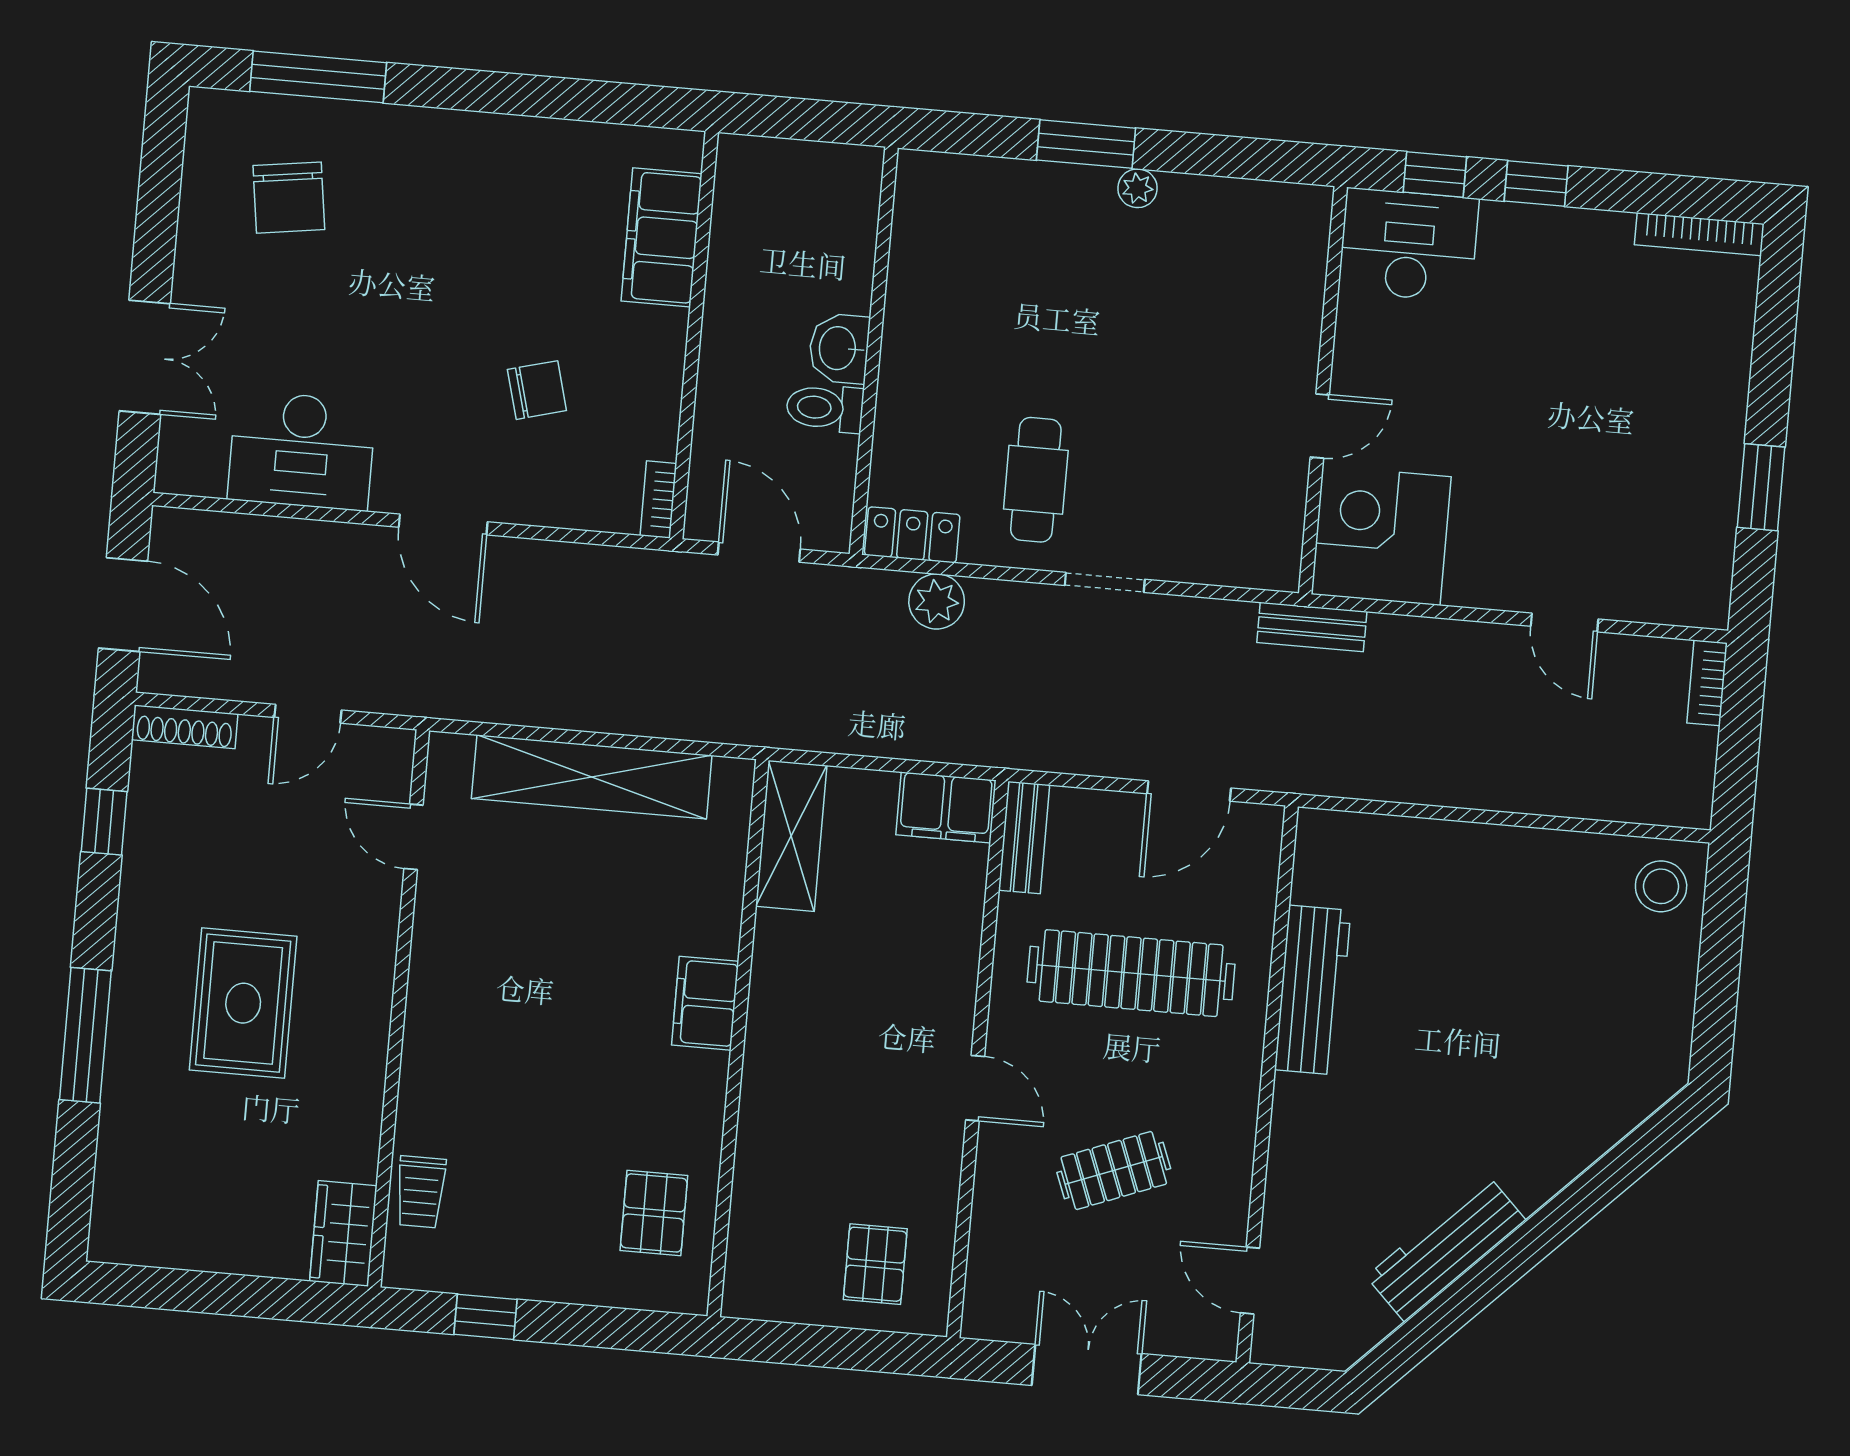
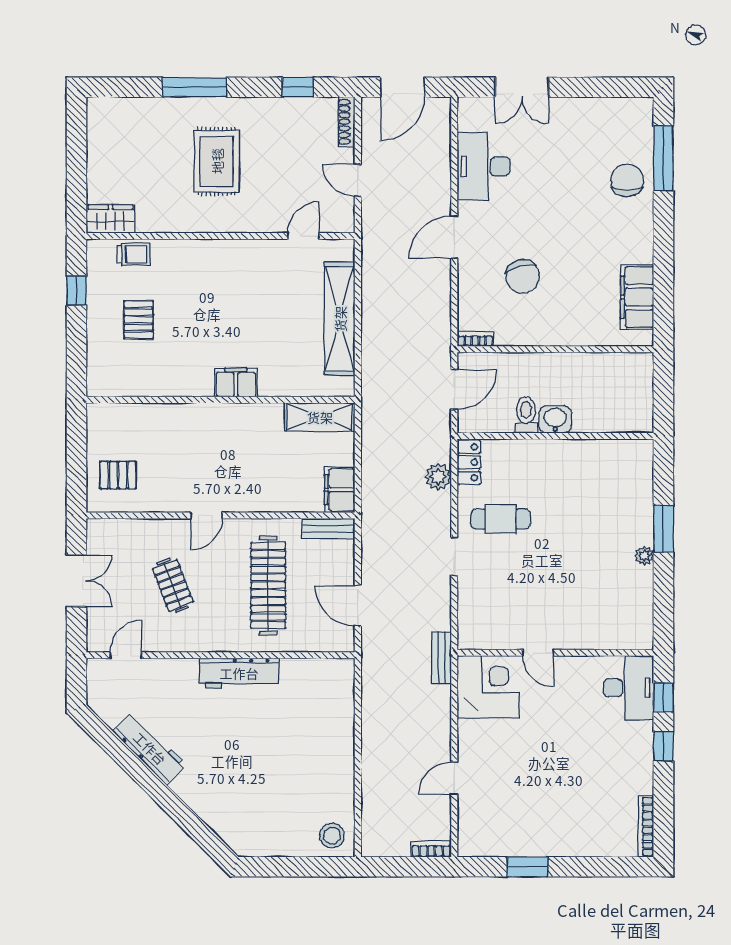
chair: (289, 198) -> (627, 180), moved, turned 98
filing cabinet: (662, 237) -> (637, 297), moved, turned -90
chair: (537, 390) -> (523, 276), width x1.37, depth x1.37
workbench: (1313, 990) -> (239, 673), moved
rug: (243, 1003) -> (217, 161), turned 90
trolley: (421, 1192) -> (134, 254), turned 180
pallet: (654, 1213) -> (139, 320), moved, turned 90

